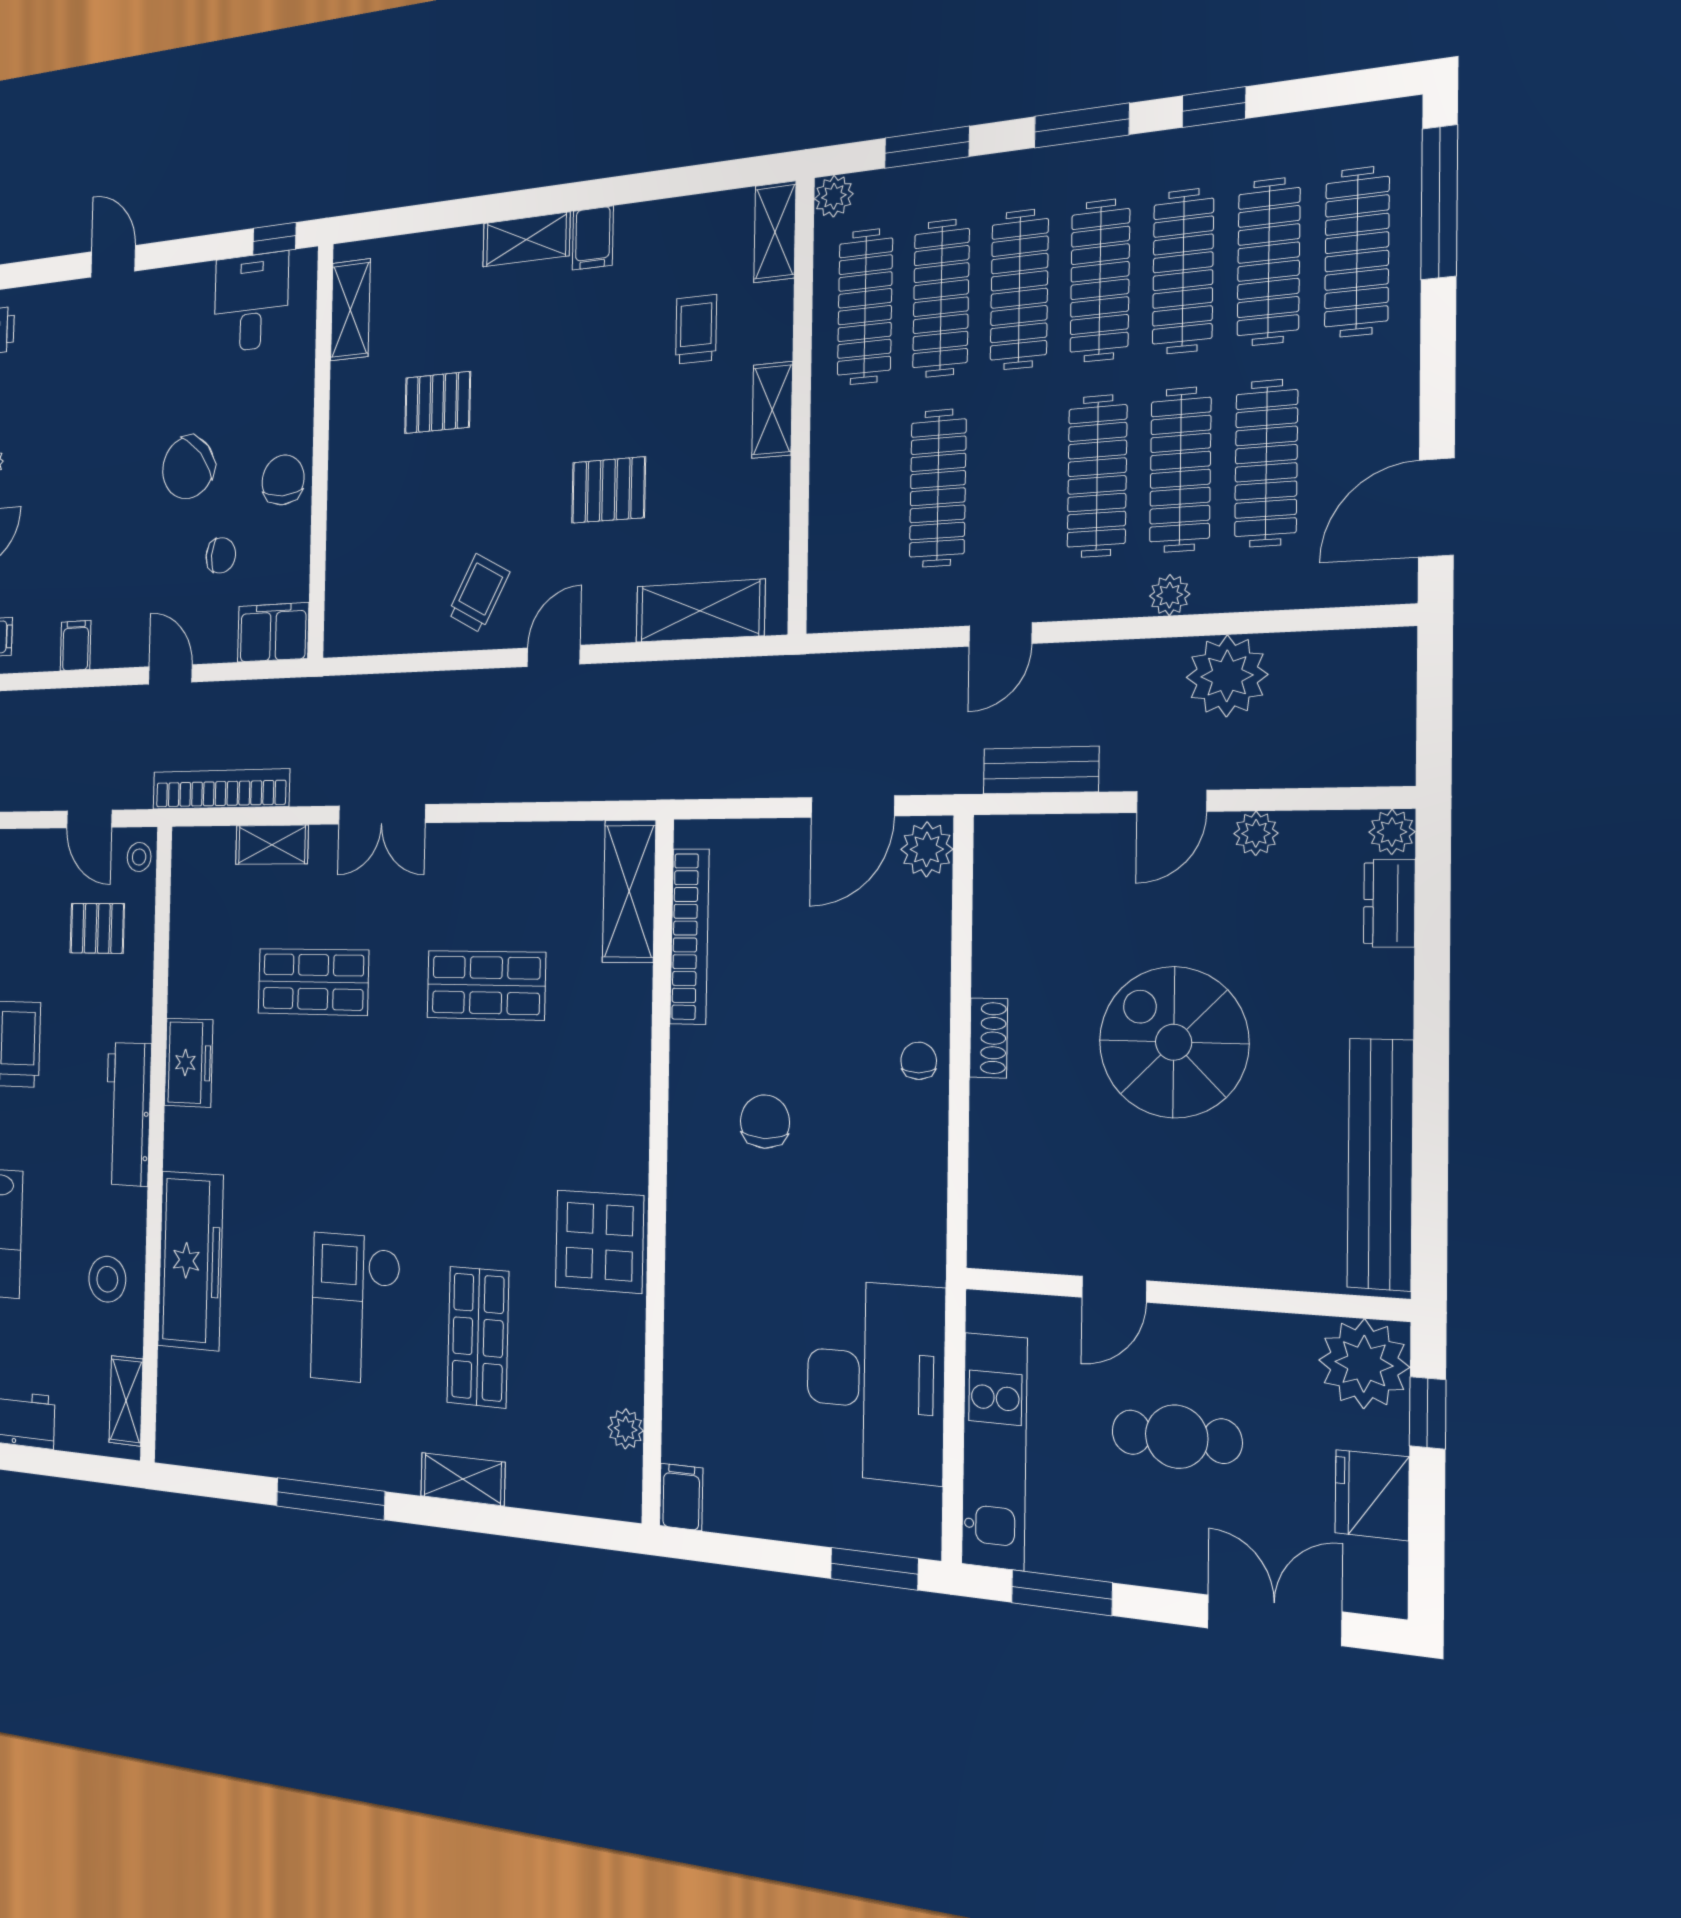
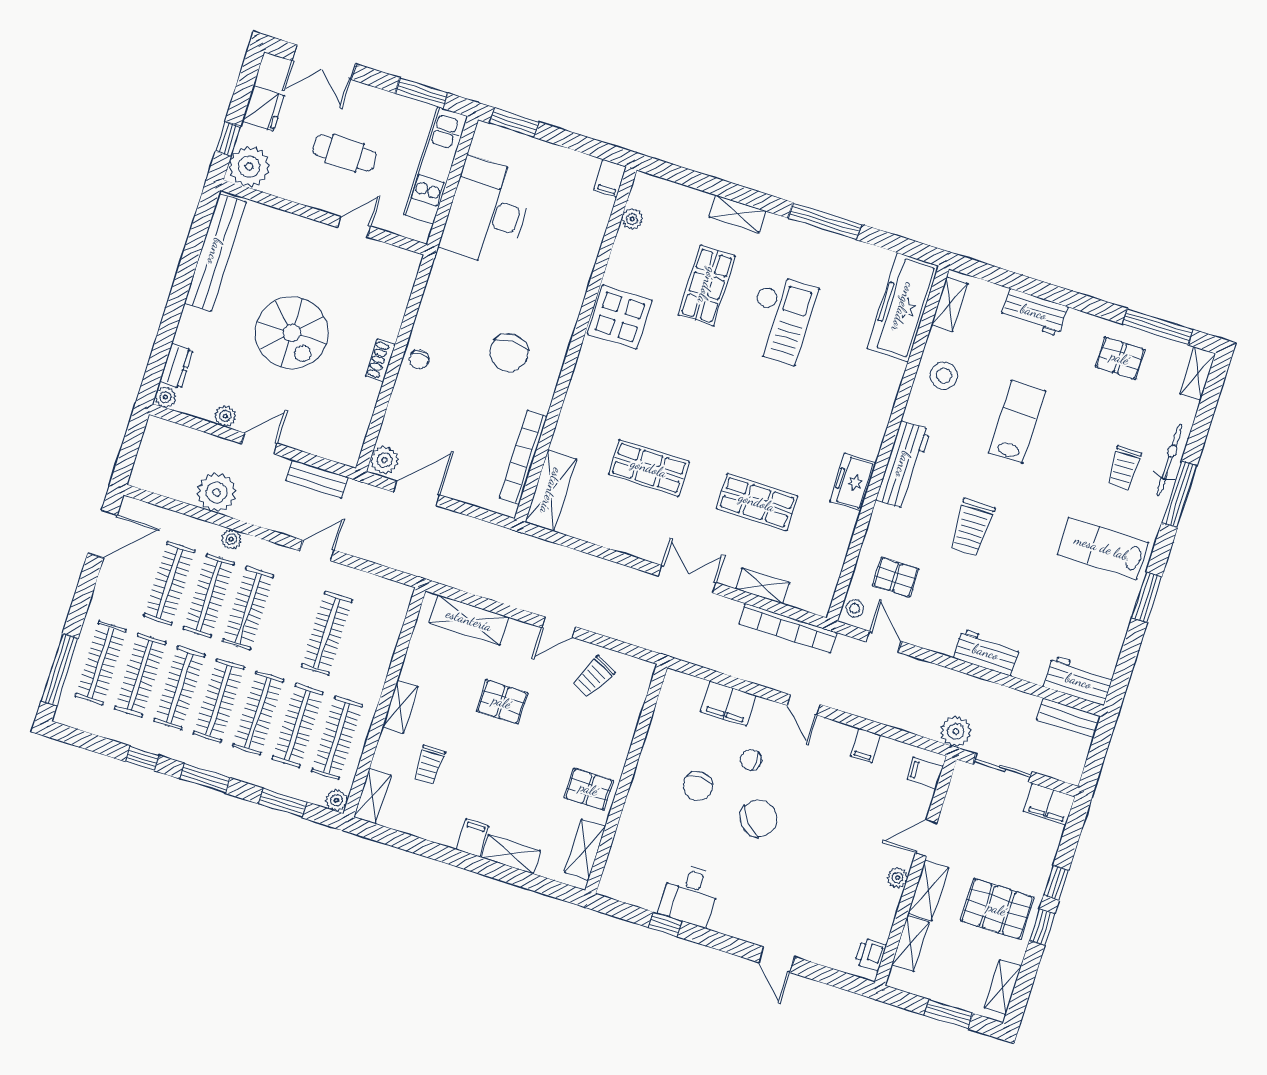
shelving: (350, 310) -> (585, 849), moved
wall: (321, 451) -> (626, 779), moved
chair: (765, 1122) -> (509, 353), width x1.37, depth x1.37
freezer: (190, 1261) -> (903, 307), moved

